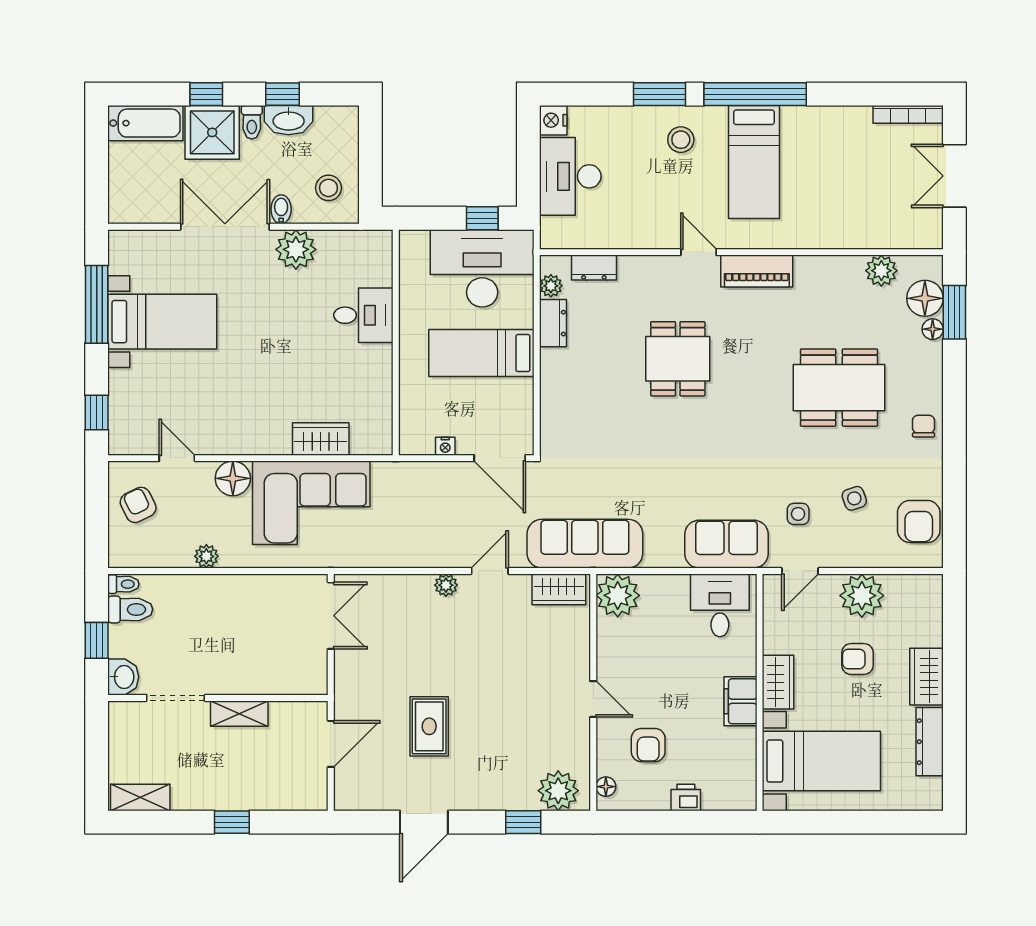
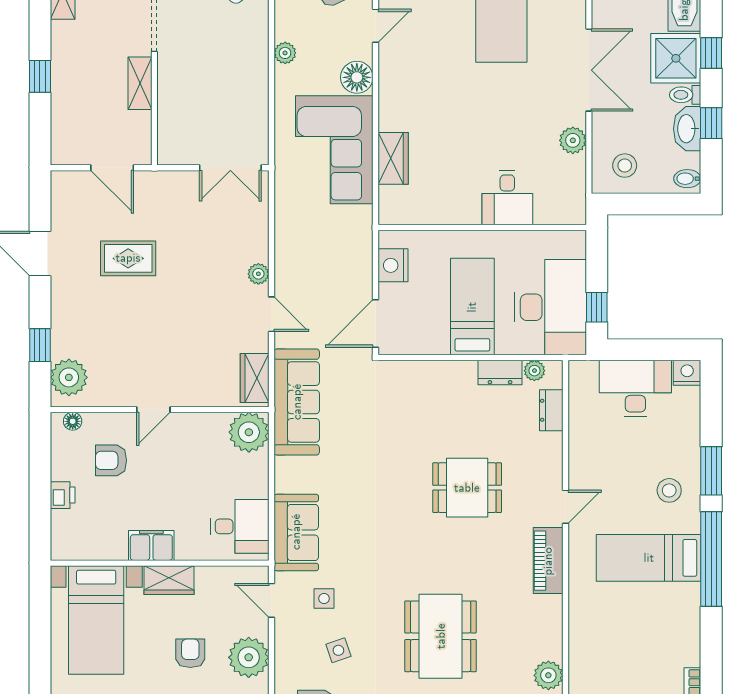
bidet: (281, 209) -> (687, 179), moved, turned 180
plant: (296, 249) -> (573, 140), width x0.73, depth x0.73
nightstand: (445, 446) -> (393, 265), width x1.89, depth x1.79

